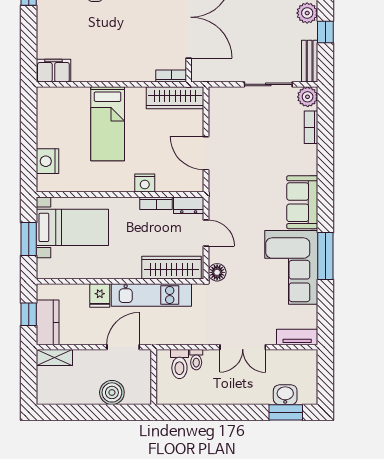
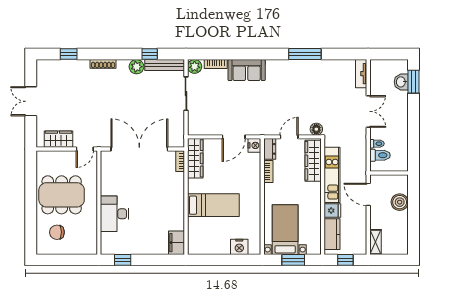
bench: (310, 61) -> (165, 65), width x1.36
nightstand: (145, 183) -> (254, 145), moved
sofa: (302, 202) -> (247, 70), moved
corner sofa: (291, 267) -> (313, 78), removed
kitchen counter: (48, 322) -> (332, 234), moved, turned 90

